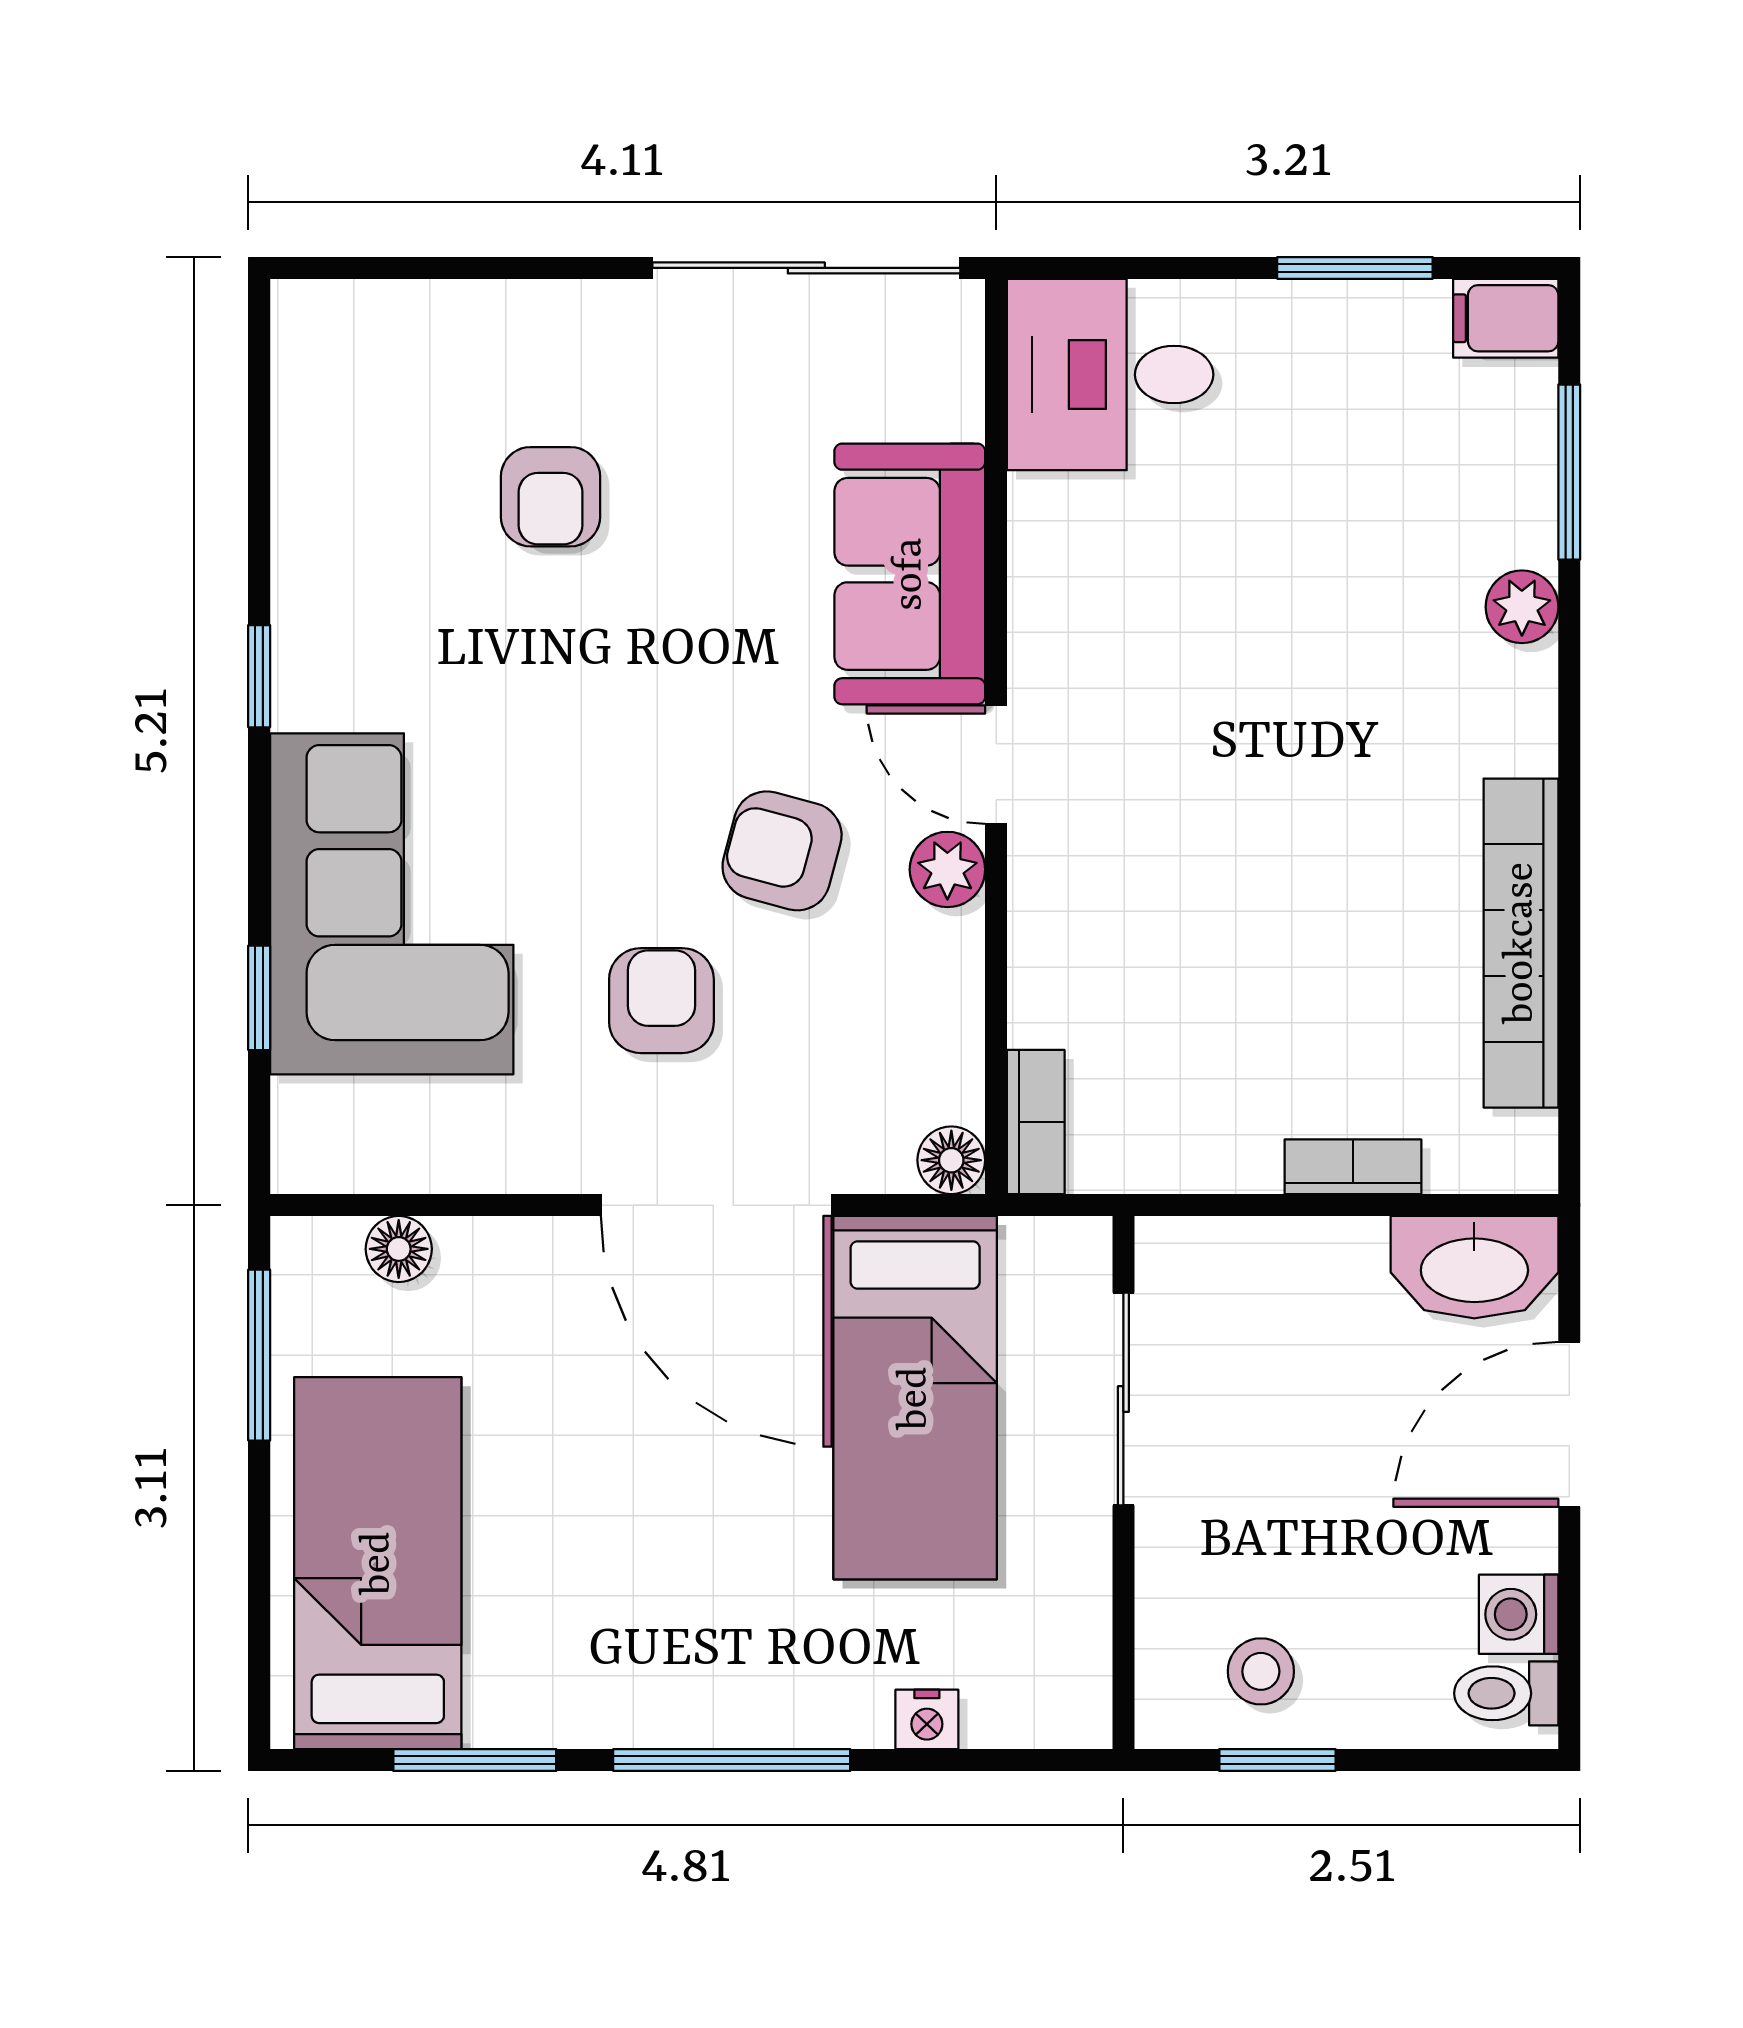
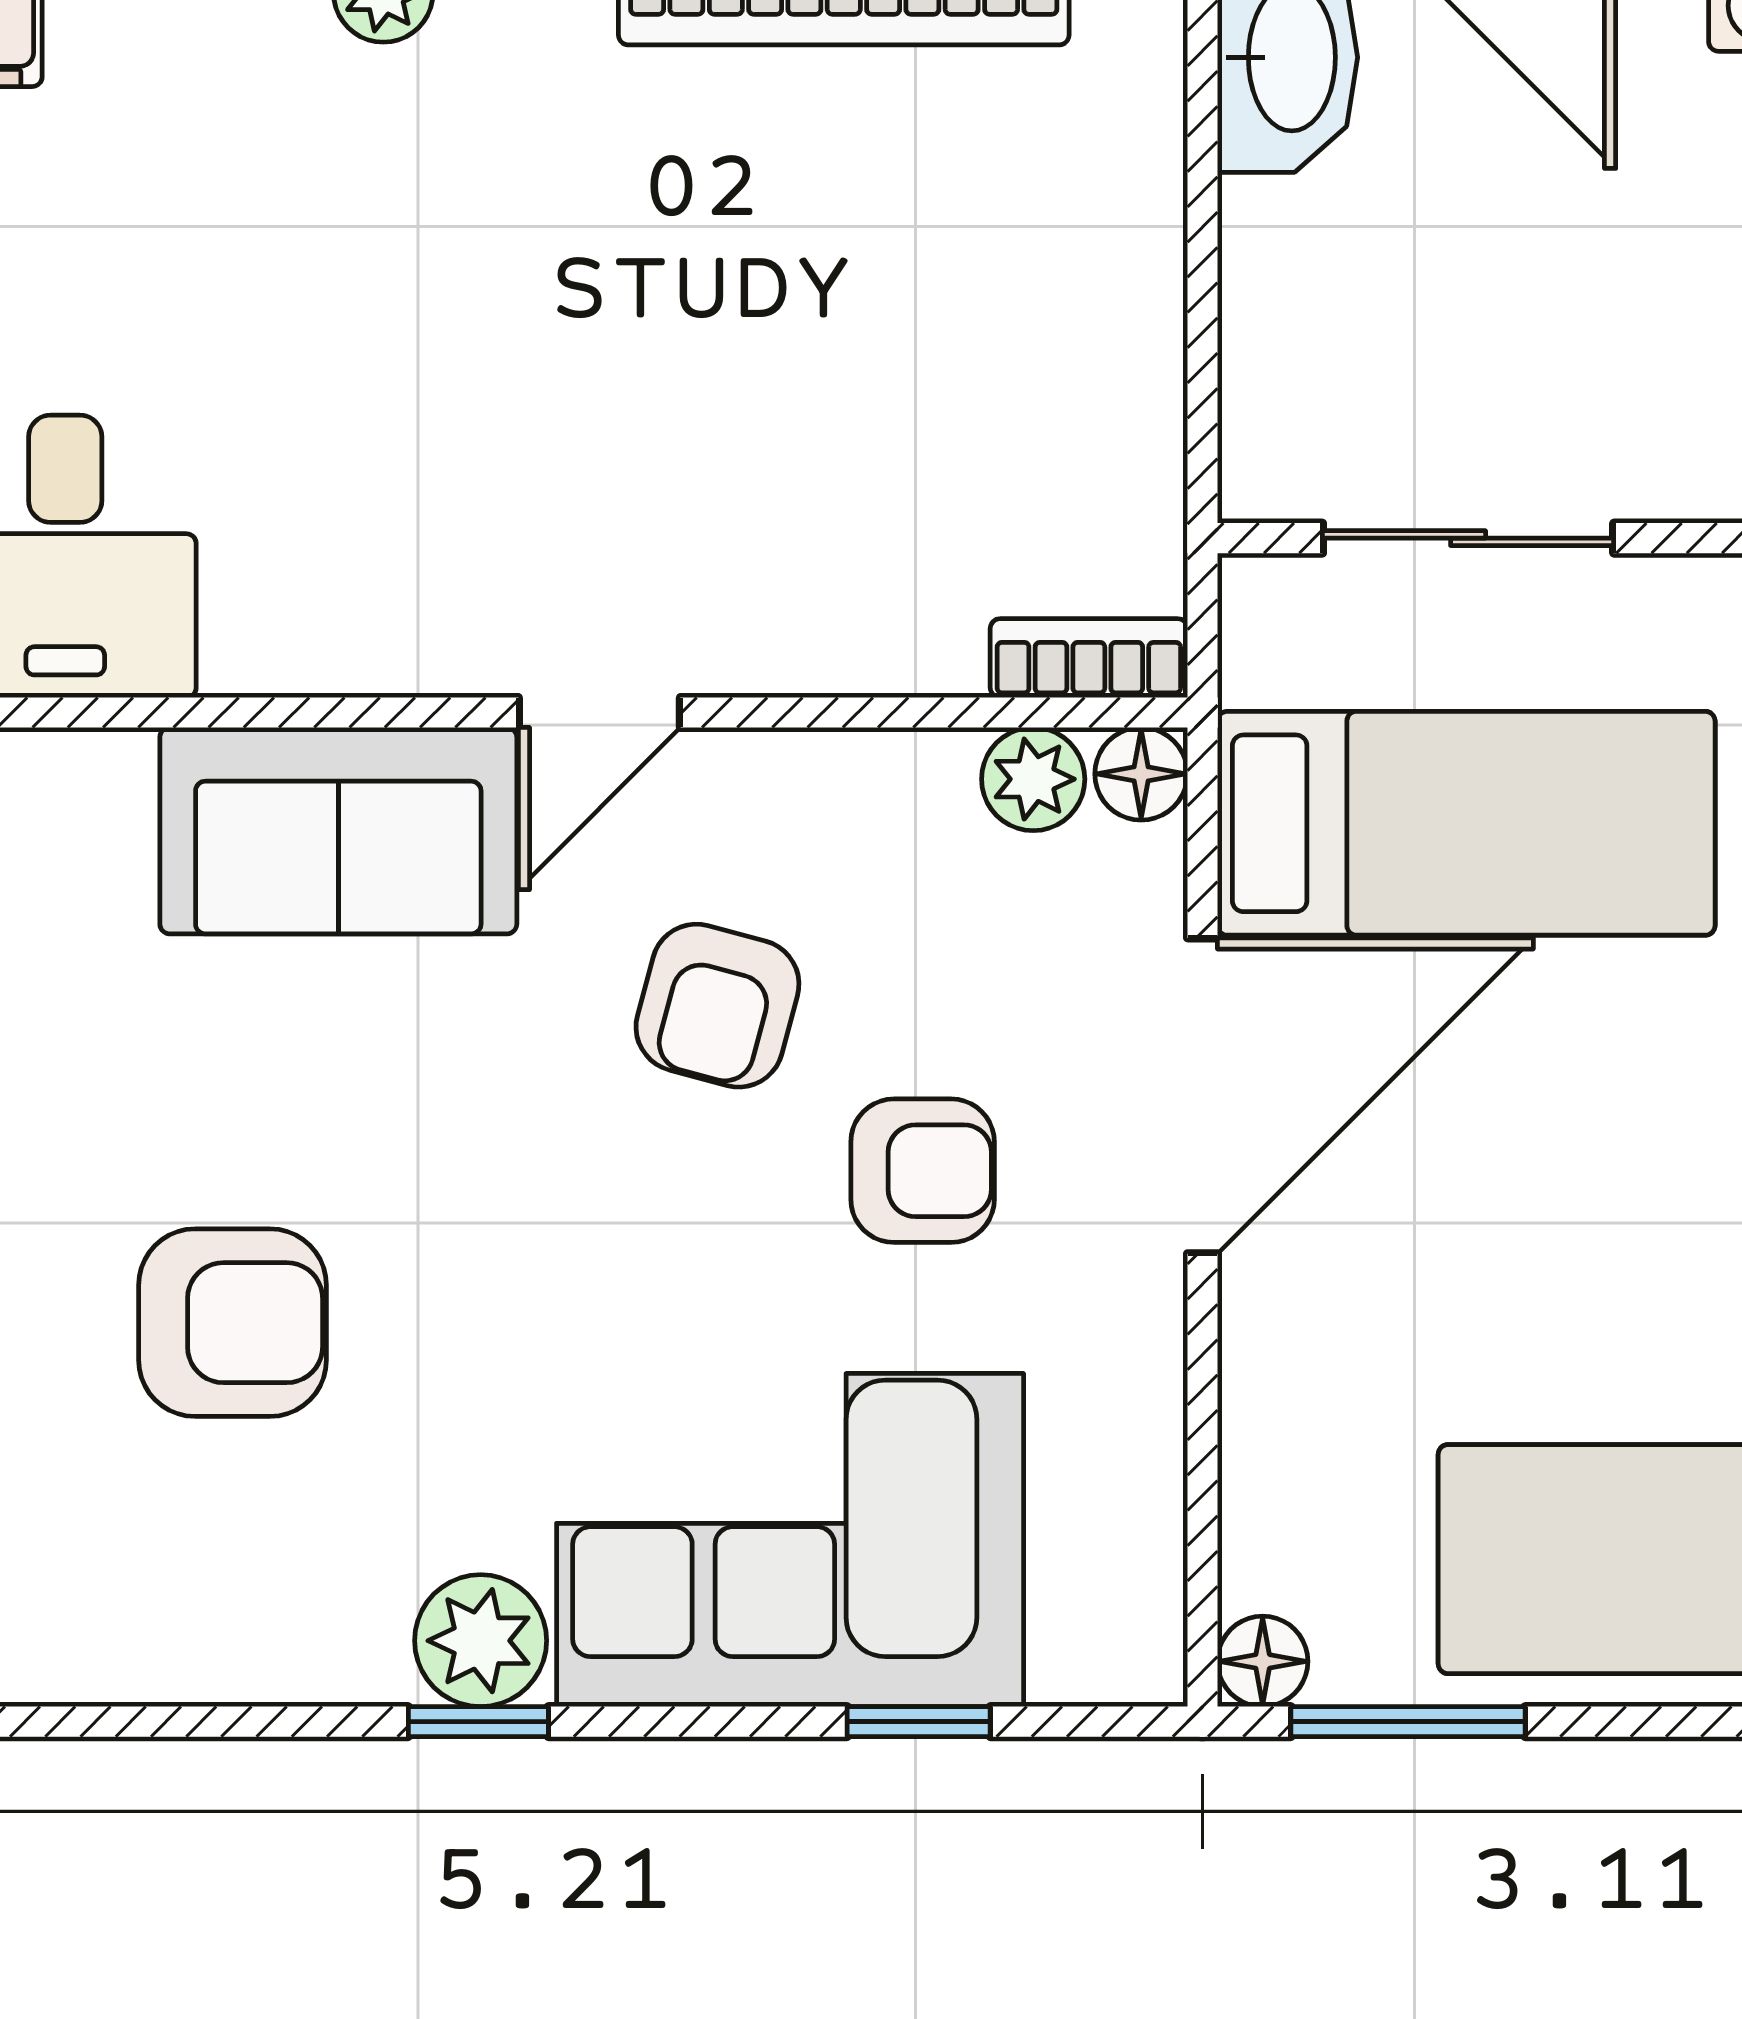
armchair: (550, 497) -> (233, 1323), width x1.38, depth x1.38
plant: (318, 678) -> (481, 1641), added
plant: (947, 869) -> (1033, 779), moved
armchair: (661, 1001) -> (923, 1171), turned 180
bookcase: (1353, 1167) -> (1150, 224), removed
floor lamp: (399, 1249) -> (1263, 1661), moved

